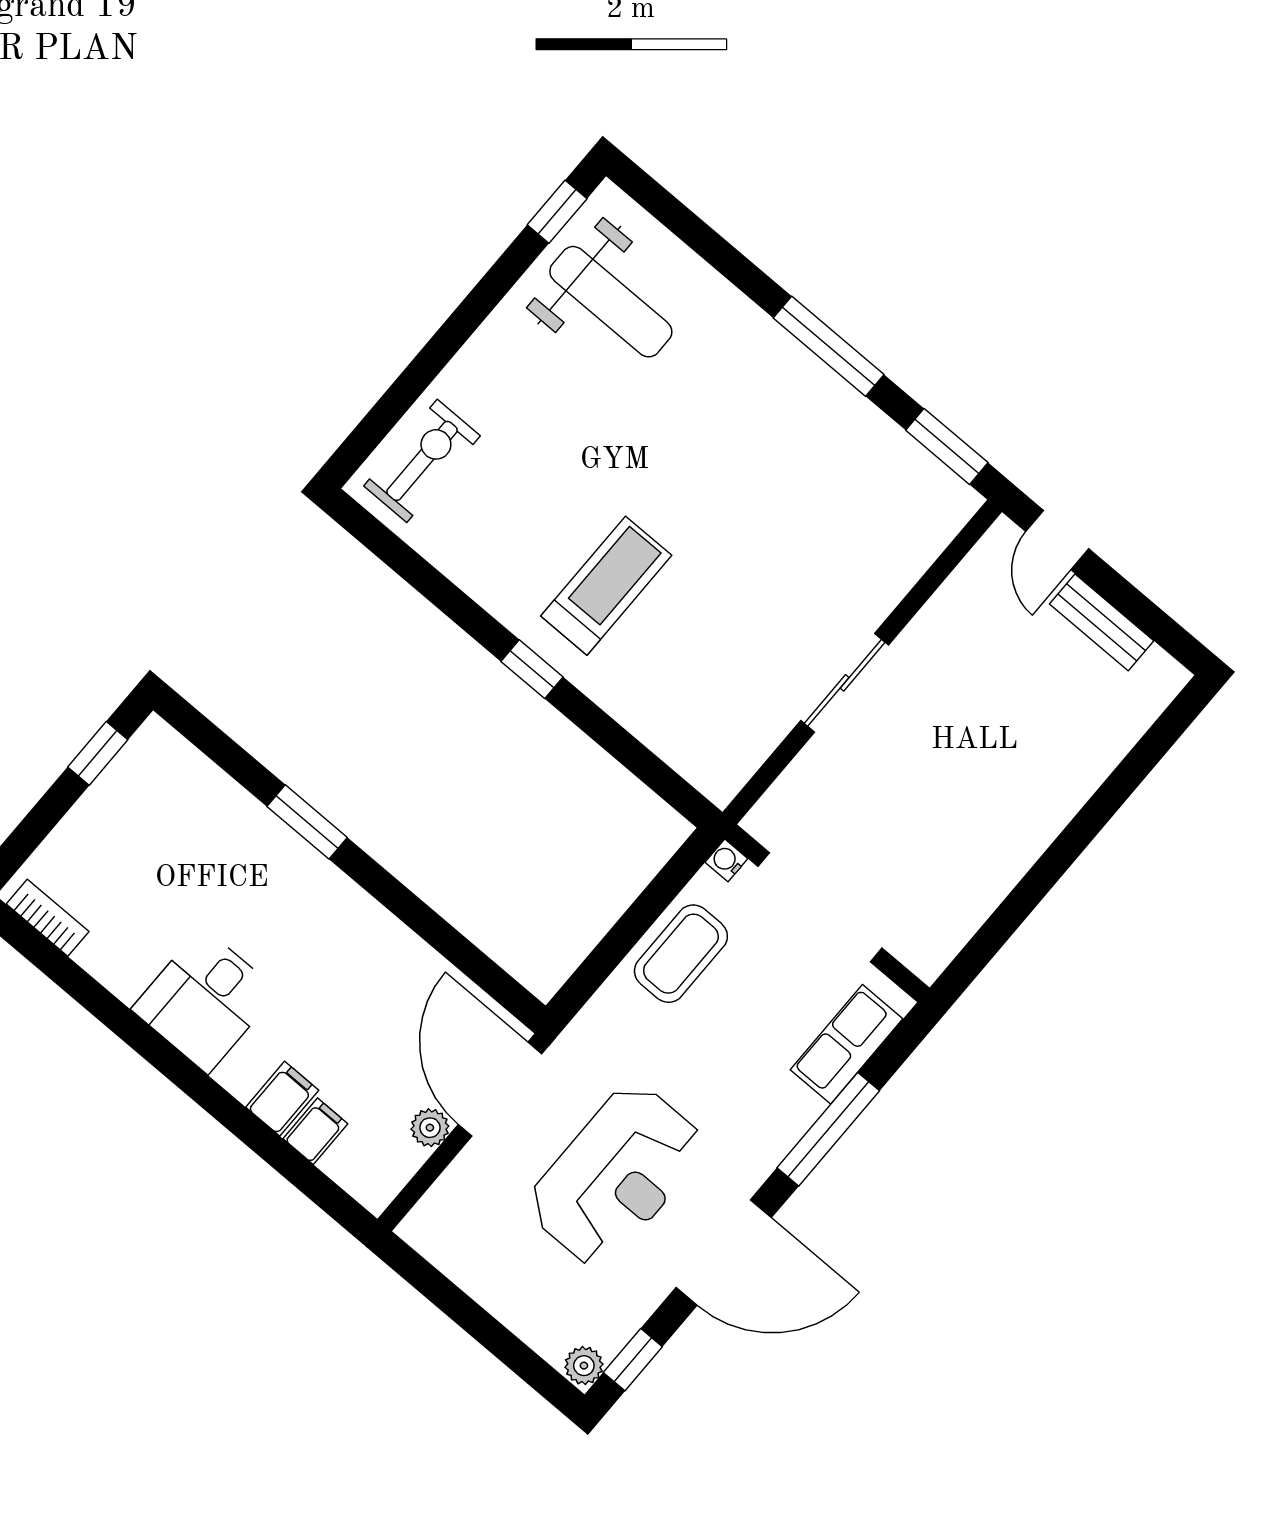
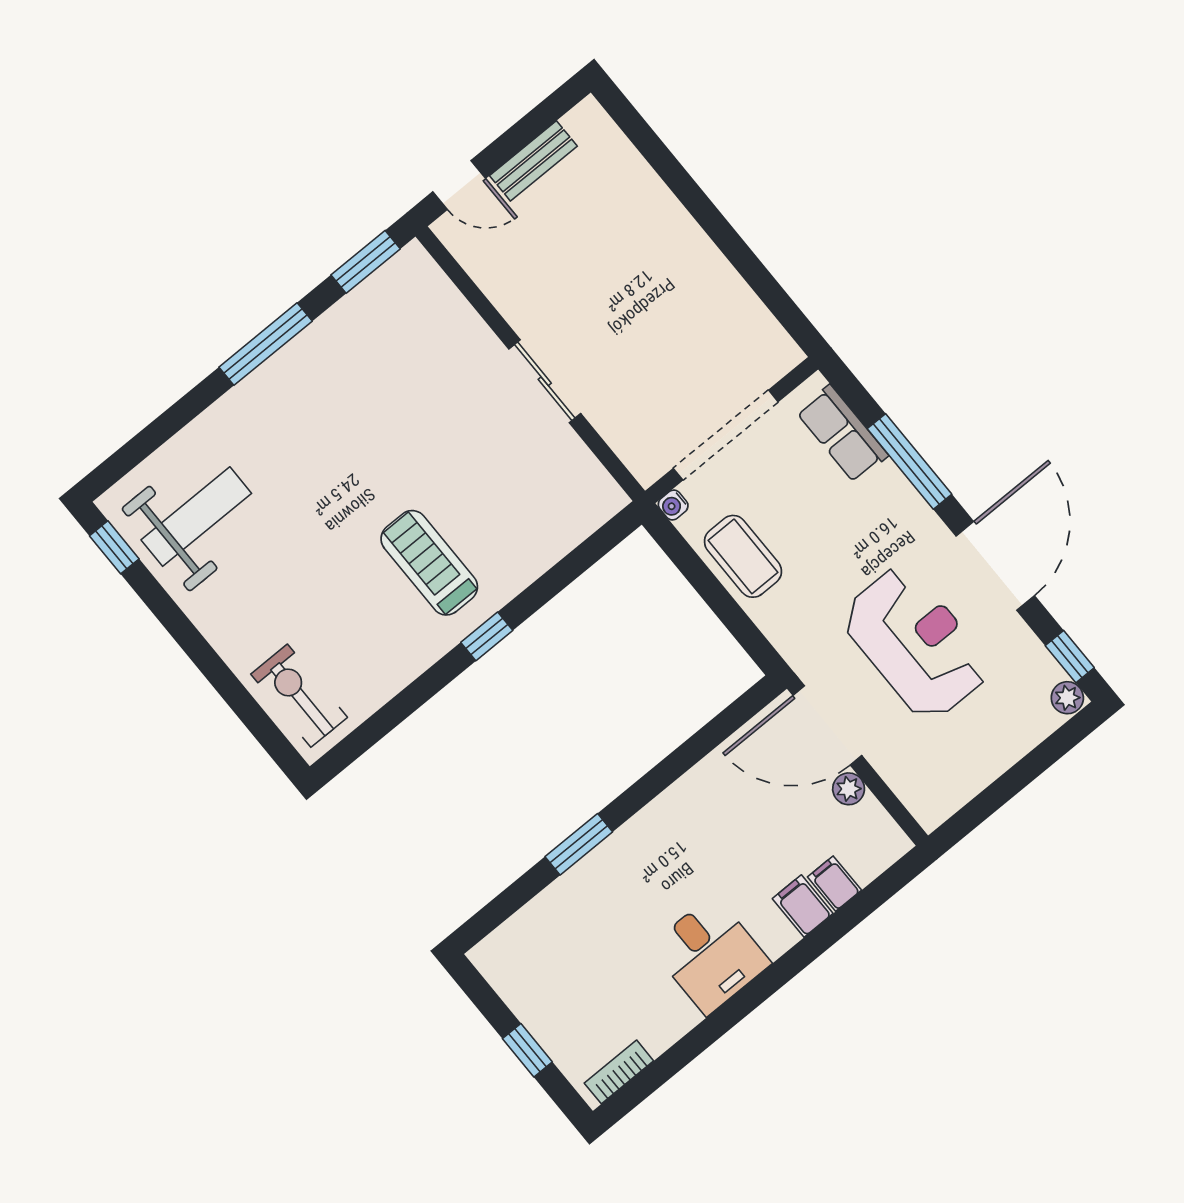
window: (98, 753) -> (527, 1050), moved

